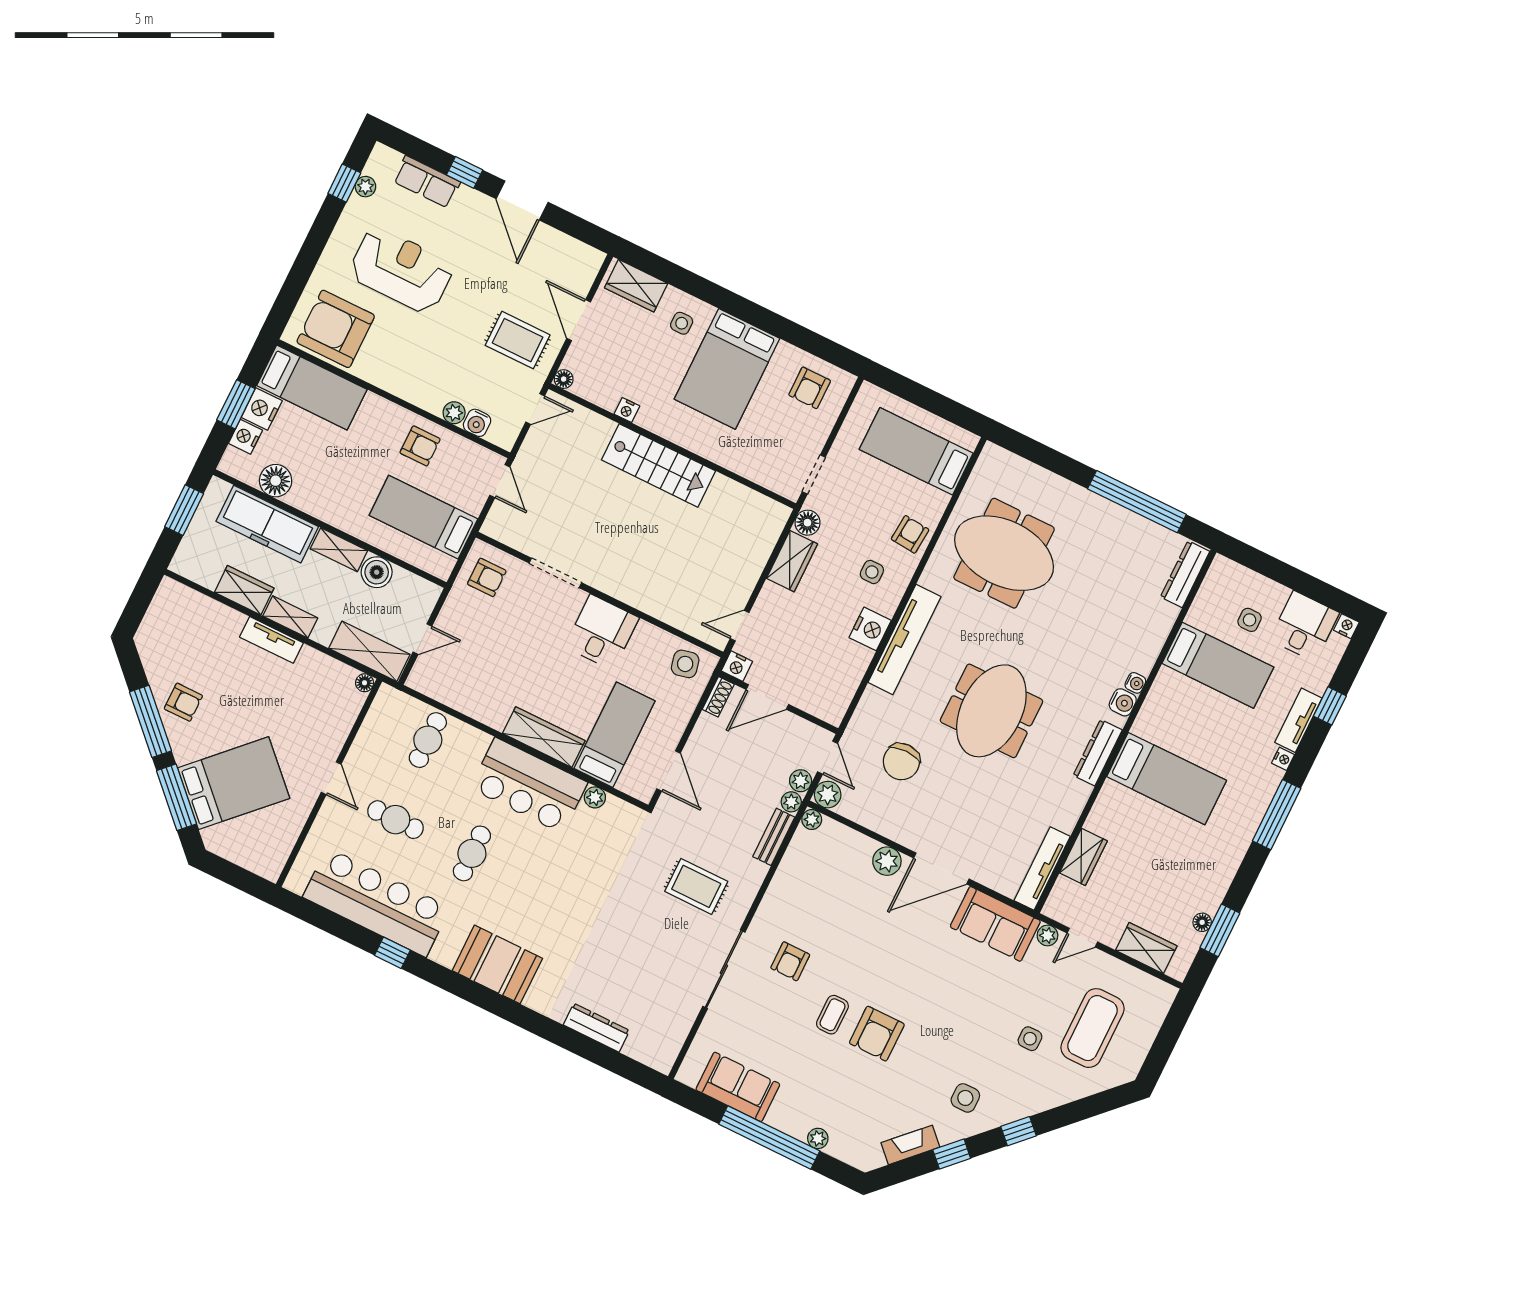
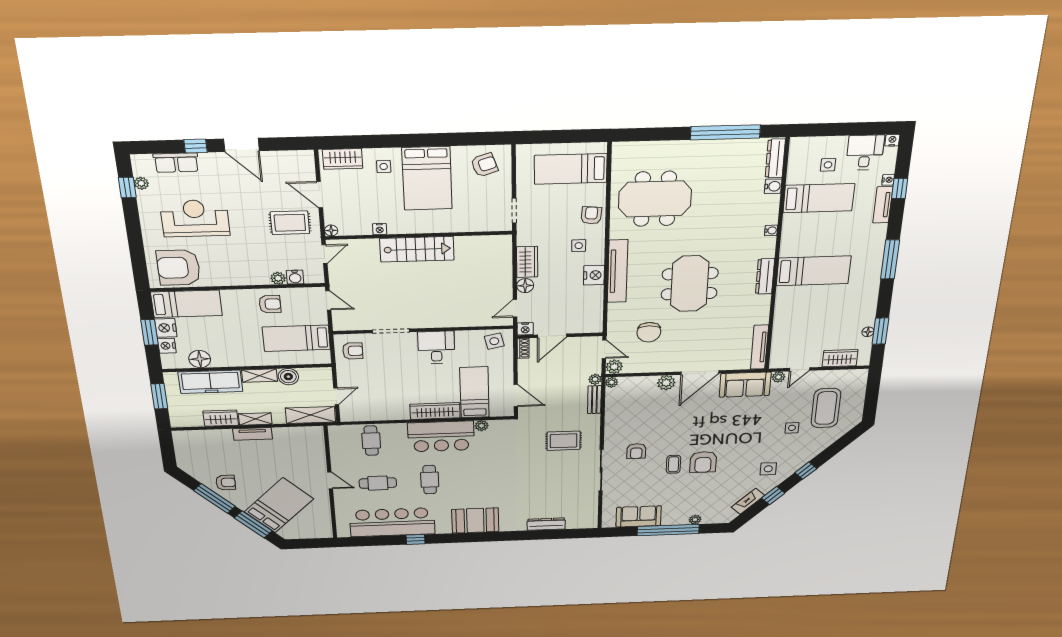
armchair: (810, 388) -> (484, 165), turned -109
floor lamp: (808, 523) -> (525, 286), moved
floor lamp: (365, 683) -> (318, 430), removed
water cooler: (1123, 702) -> (773, 186), moved
nightstand: (1283, 759) -> (888, 180), moved
plant: (801, 781) -> (595, 367), removed
wardrobe: (1083, 857) -> (781, 331), removed

